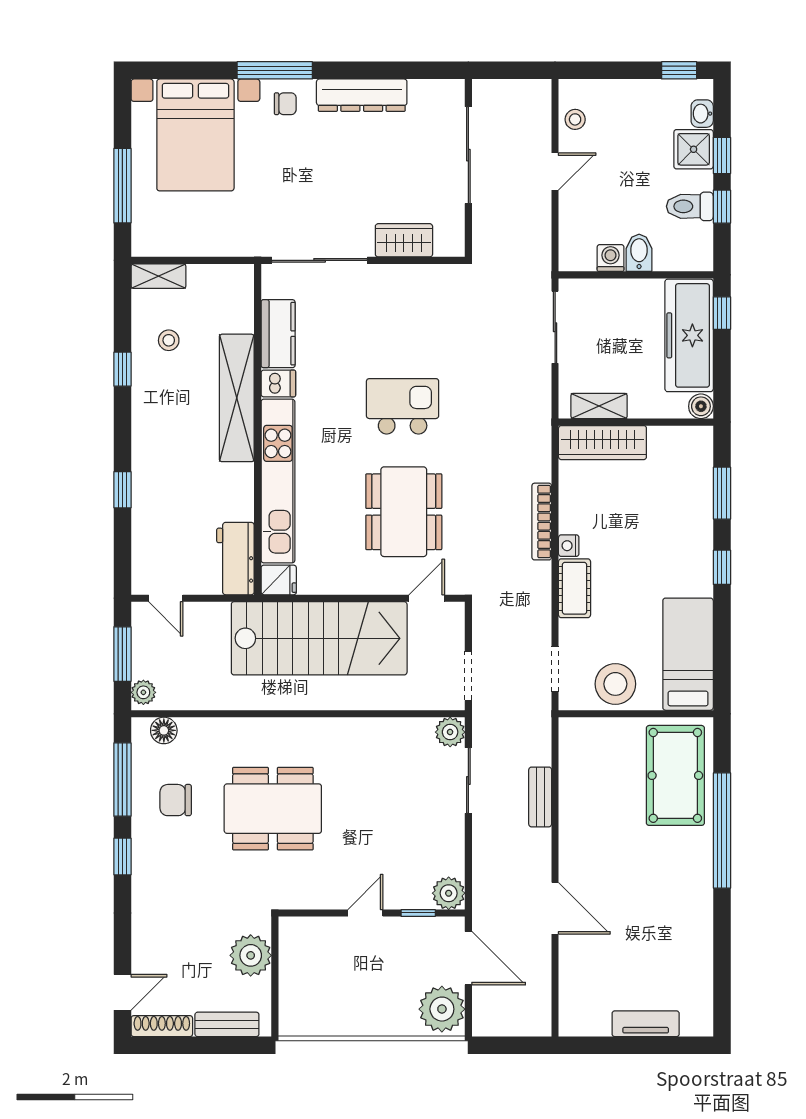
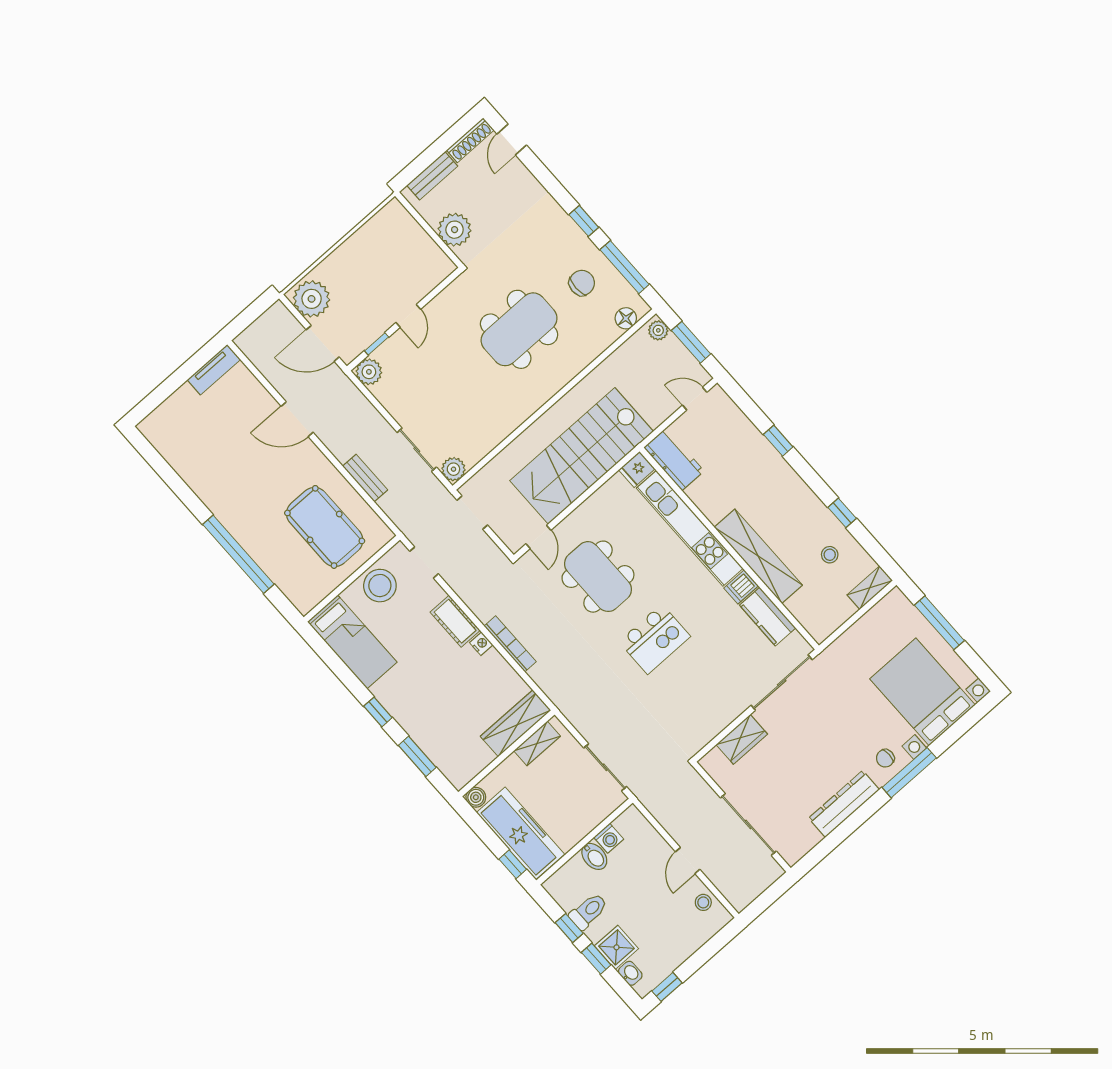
pool table: (675, 775) -> (325, 527), moved
tv unit: (646, 1024) -> (214, 370), moved

